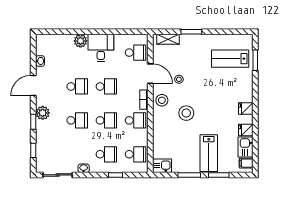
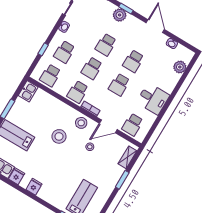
plant: (80, 41) -> (180, 67), moved
plant: (43, 113) -> (120, 15), moved

